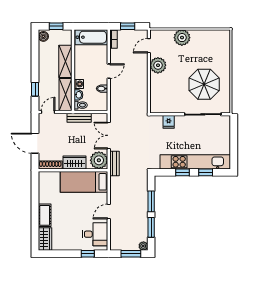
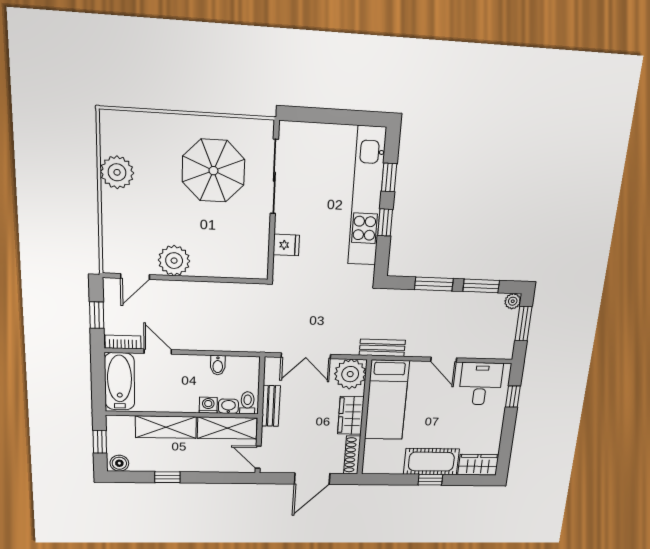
plant: (182, 38) -> (117, 172), moved
door: (149, 46) -> (135, 276), hinge flipped
door: (109, 71) -> (158, 352), moved
window: (35, 89) -> (167, 477), moved
bench: (115, 163) -> (382, 348), moved
window: (35, 212) -> (430, 480), added
cot: (45, 215) -> (431, 462), width x1.37, depth x1.34

